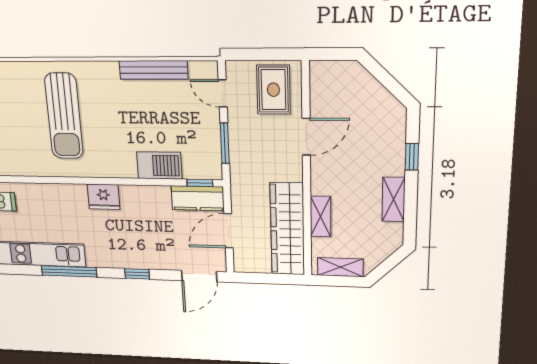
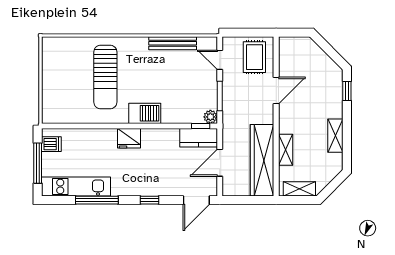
window: (412, 157) -> (347, 91), moved
barbecue: (159, 165) -> (145, 113), moved
plant: (213, 171) -> (210, 117), added

